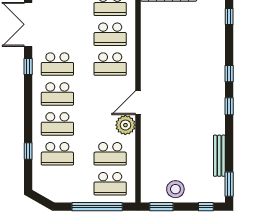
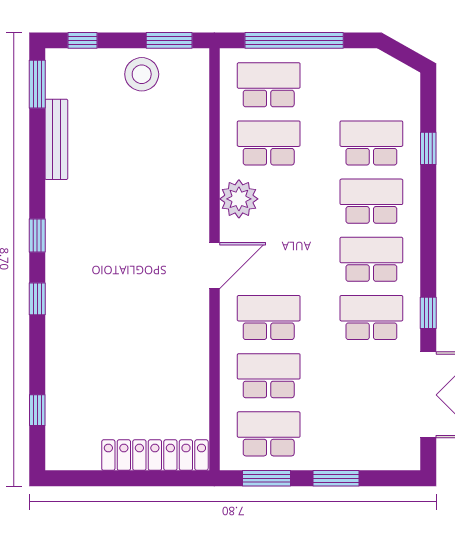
door: (138, 103) -> (214, 266), moved

